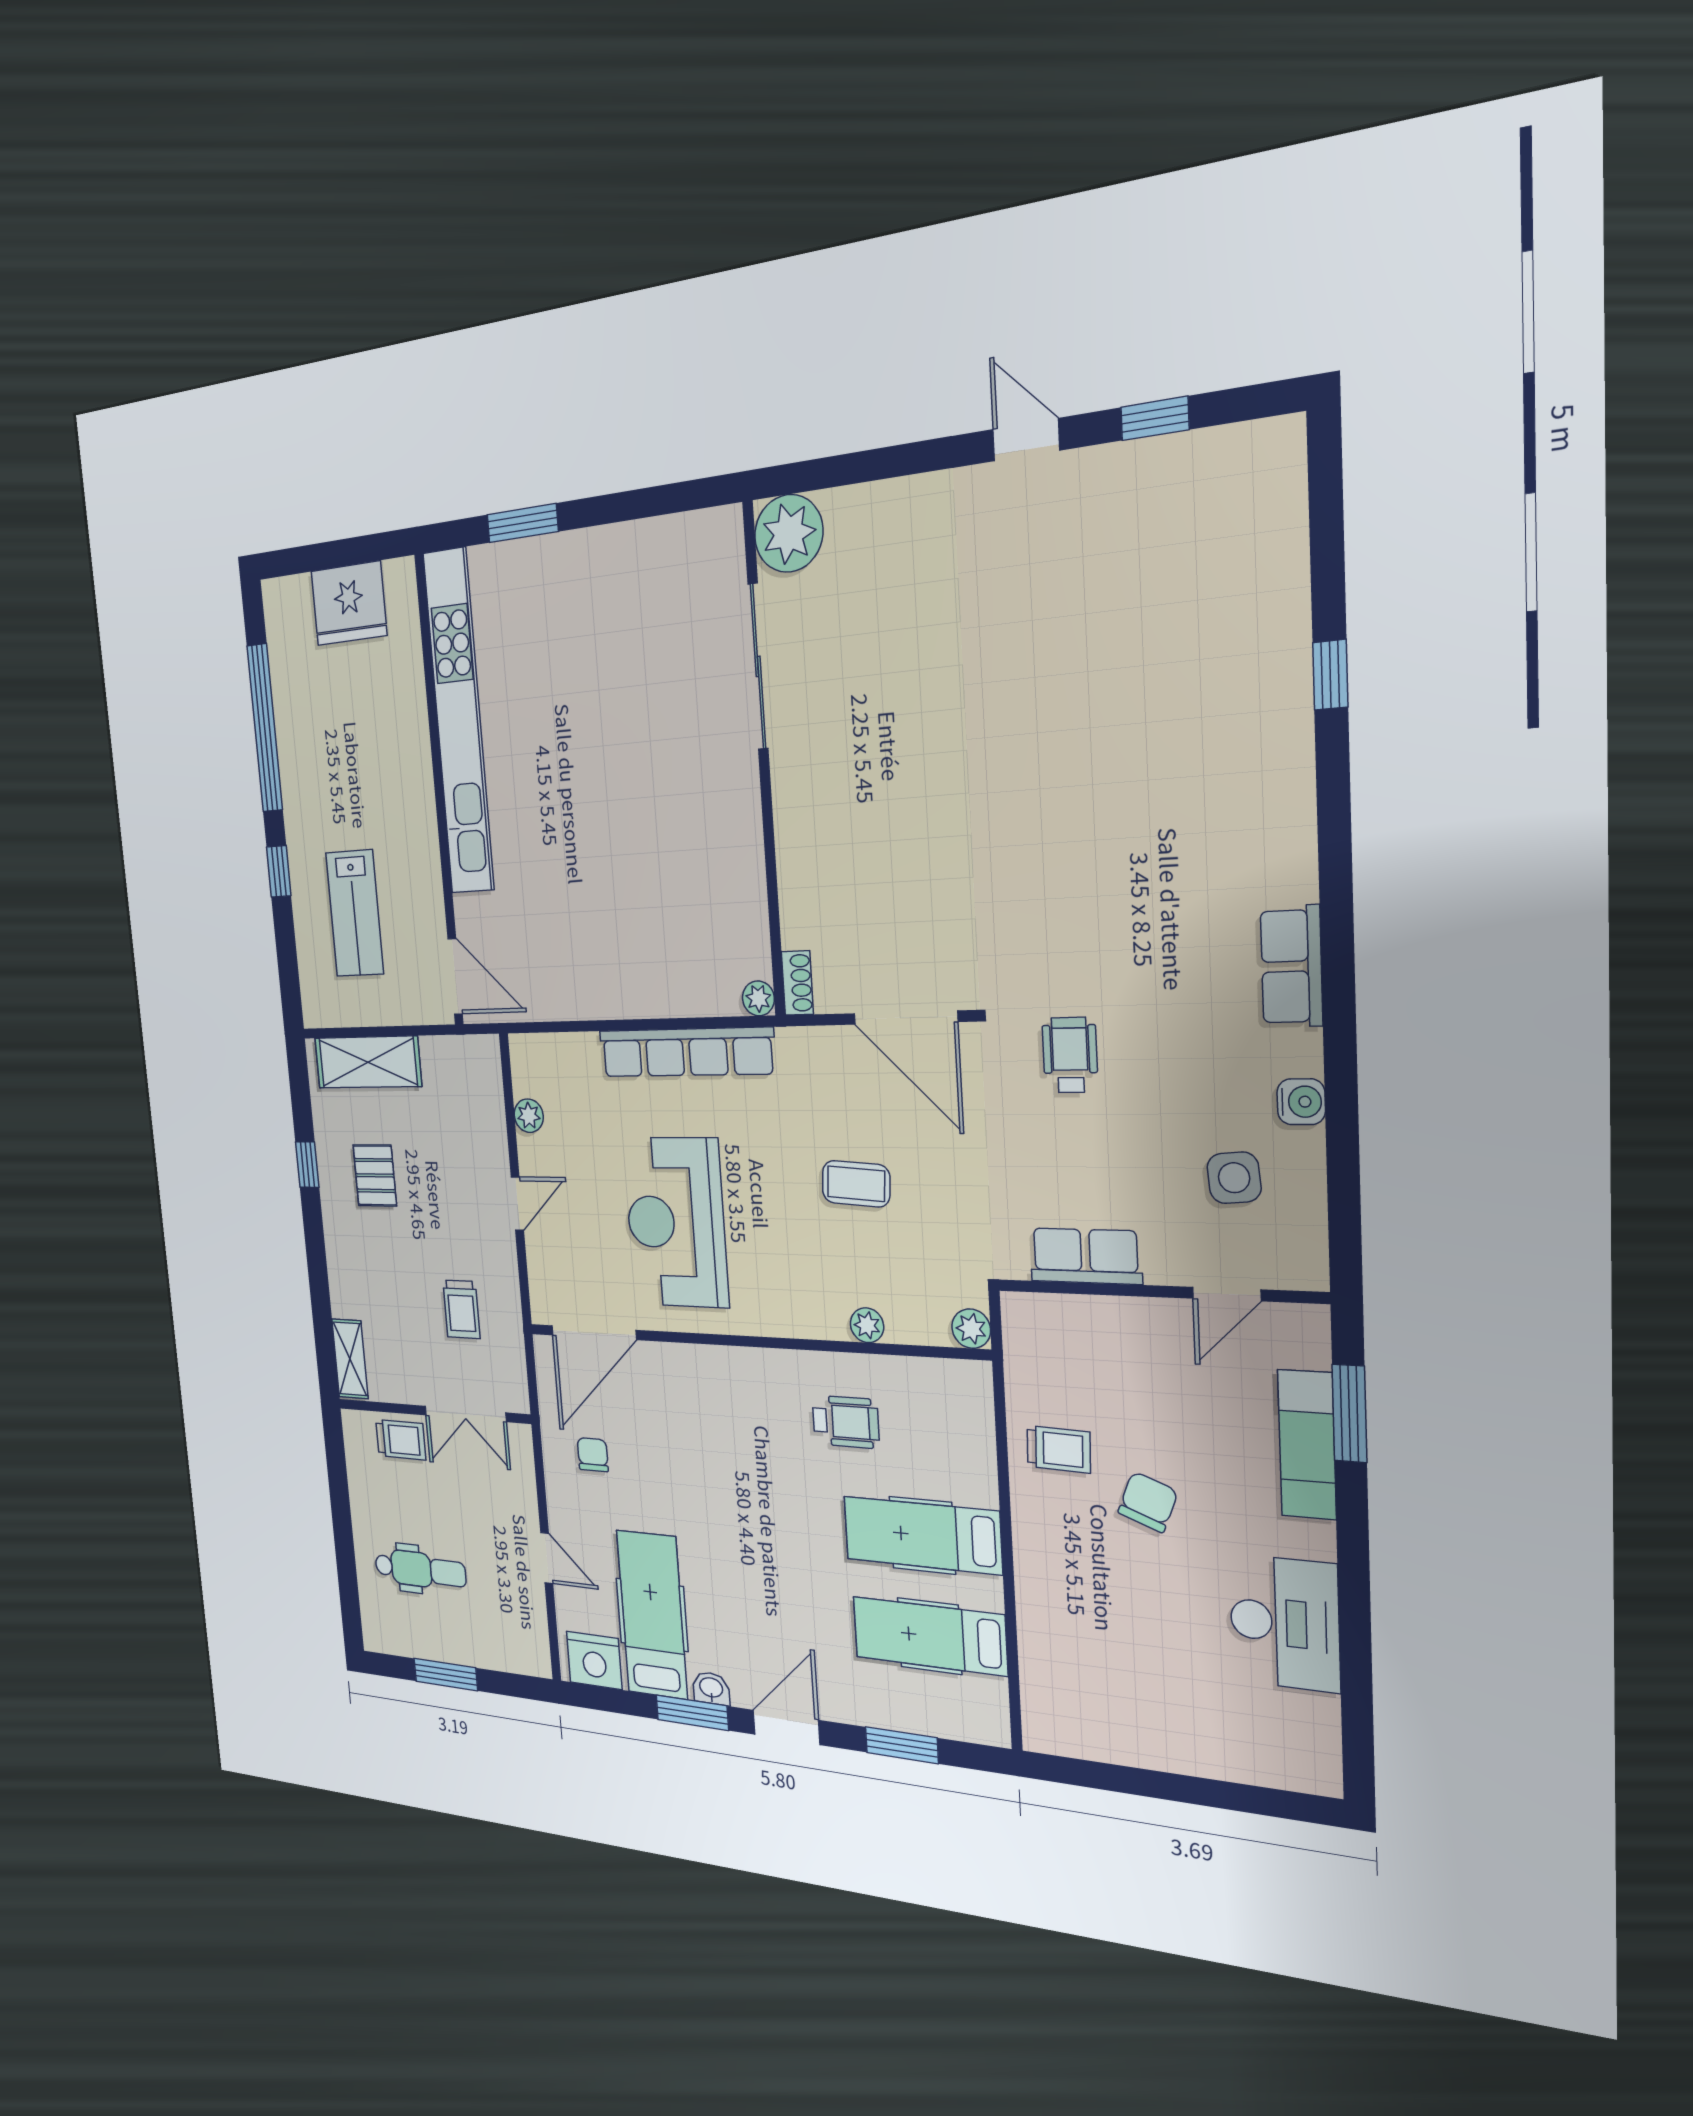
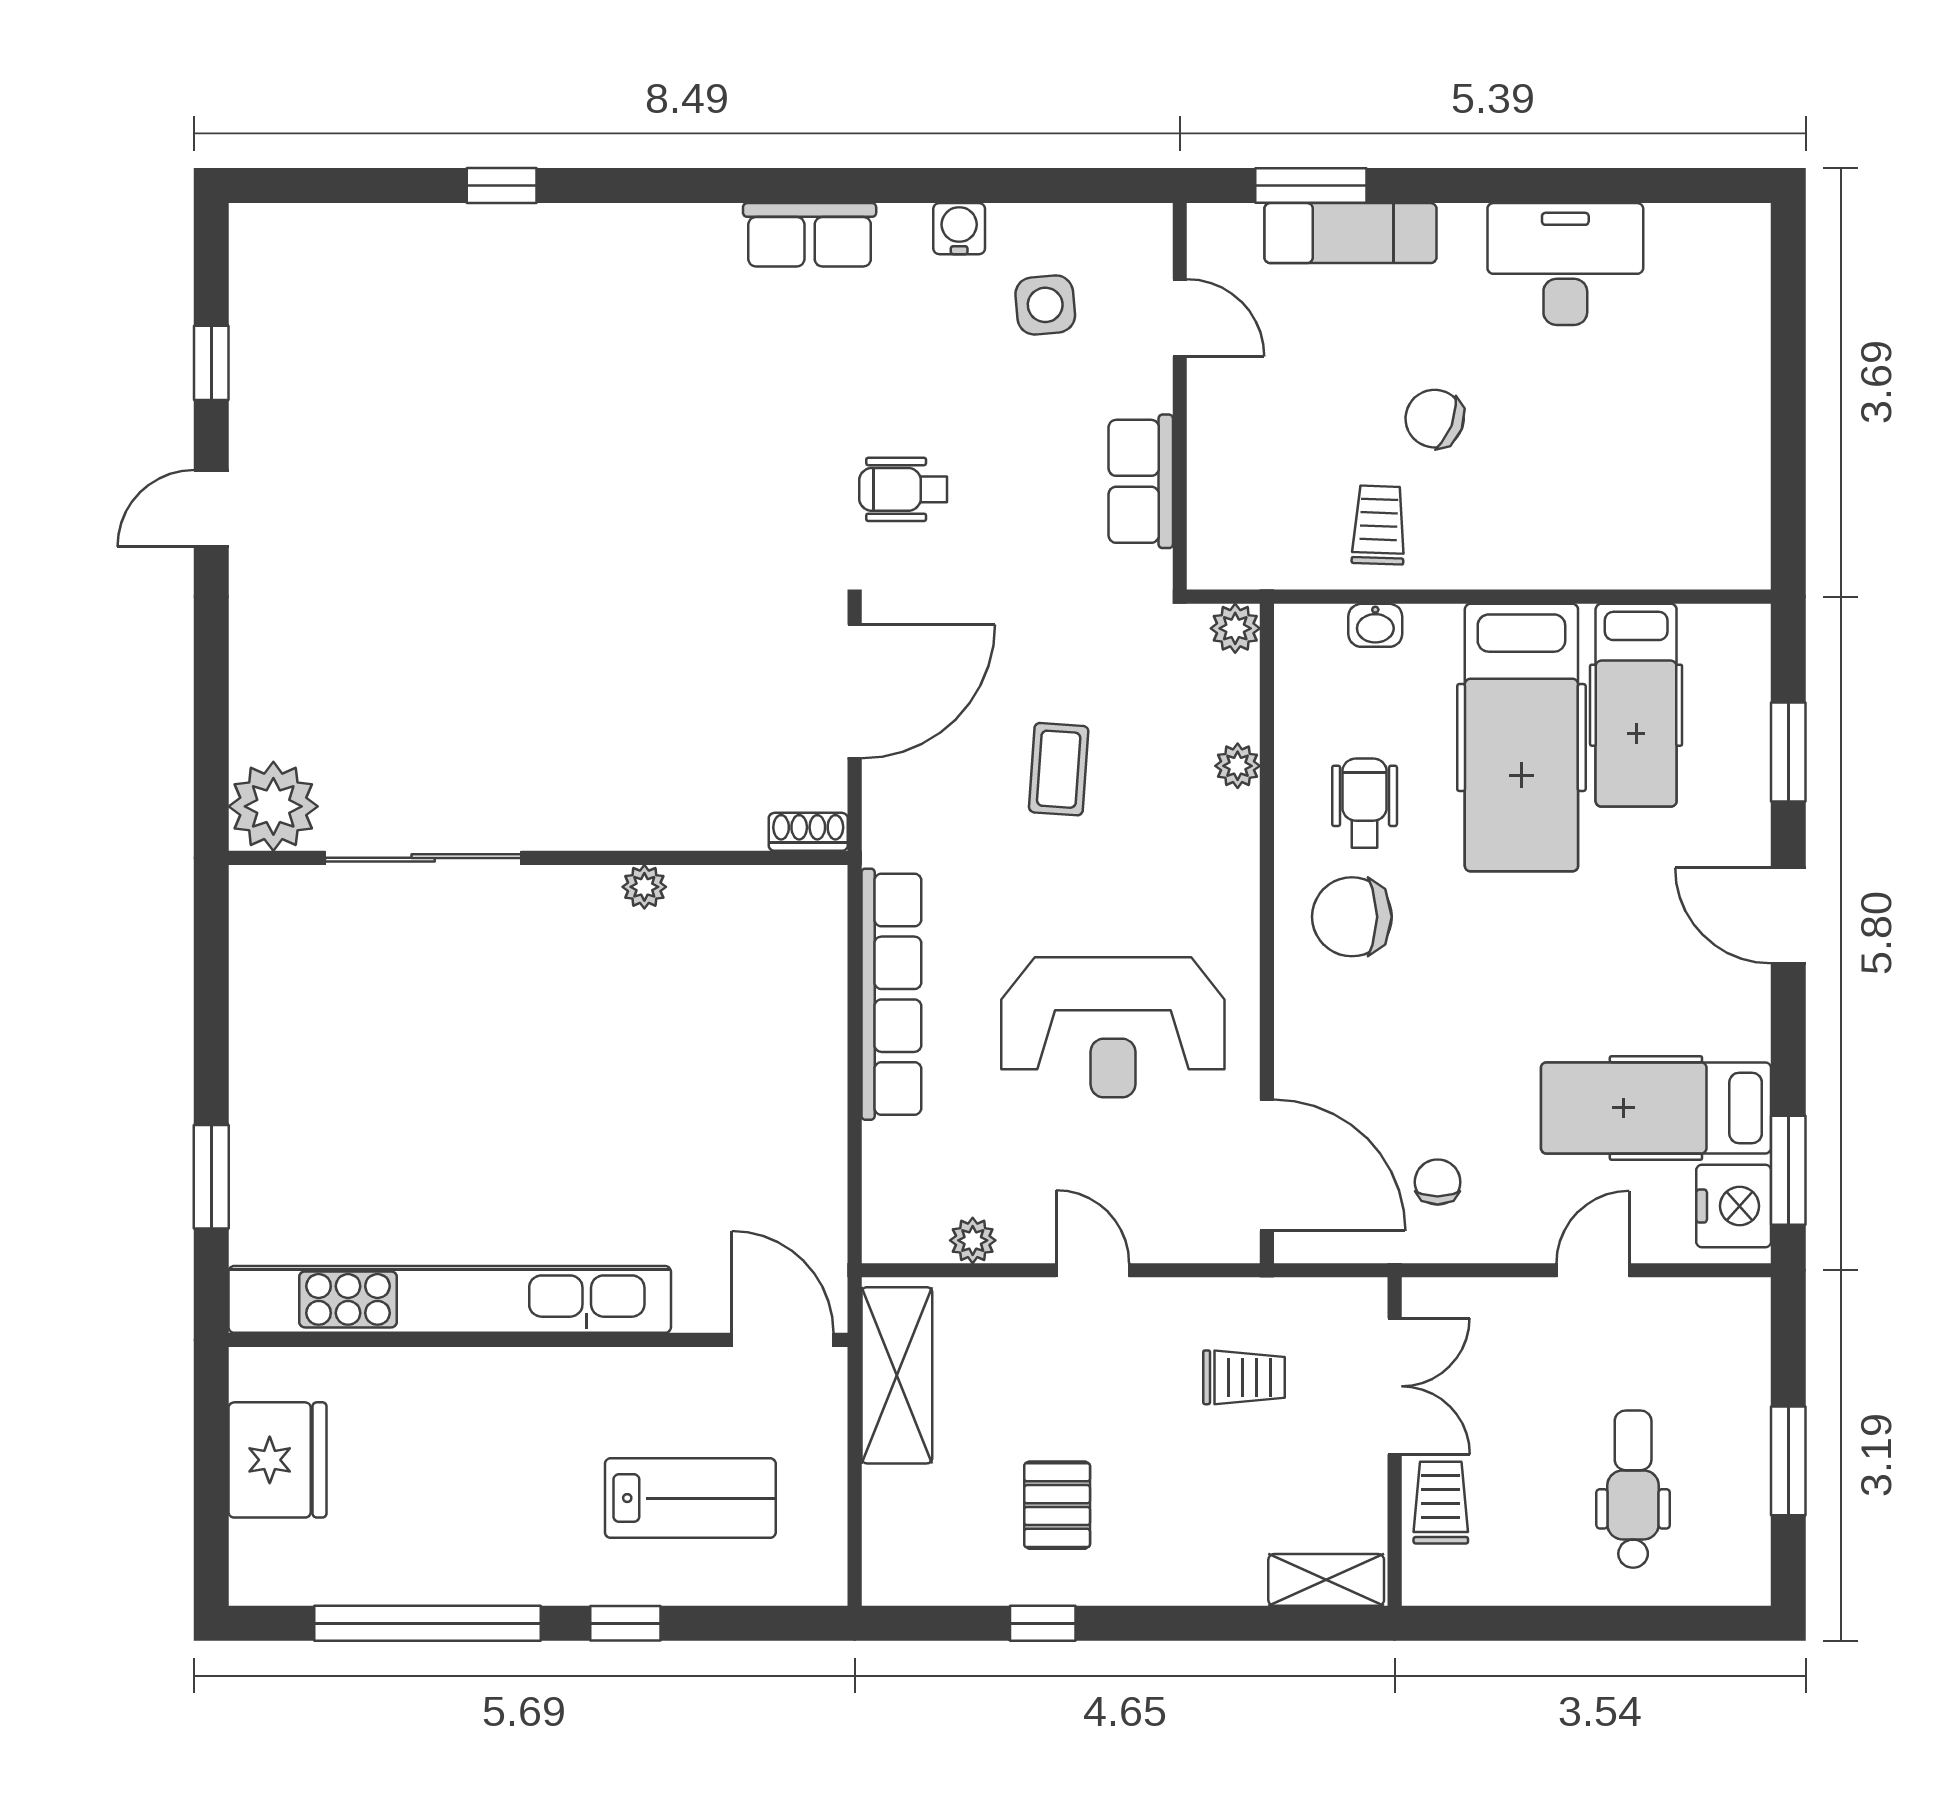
door: (455, 976) -> (783, 1340), hinge flipped
plant: (758, 998) -> (644, 887), moved
shelving: (368, 1062) -> (897, 1375), moved
pallet: (375, 1175) -> (1057, 1505), turned 90
chair: (764, 1406) -> (1352, 917), added
chair: (593, 1455) -> (1438, 1182), turned 90
hospital bed: (922, 1535) -> (1521, 738), width x1.37, depth x1.29
washbasin: (711, 1688) -> (1375, 625), moved, turned -90
window: (692, 1713) -> (1788, 1170), moved

